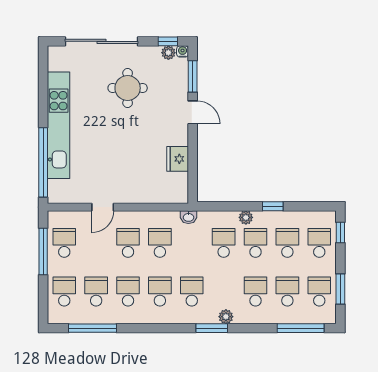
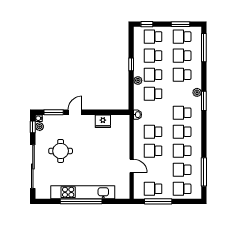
window: (43, 162) -> (81, 201), moved

